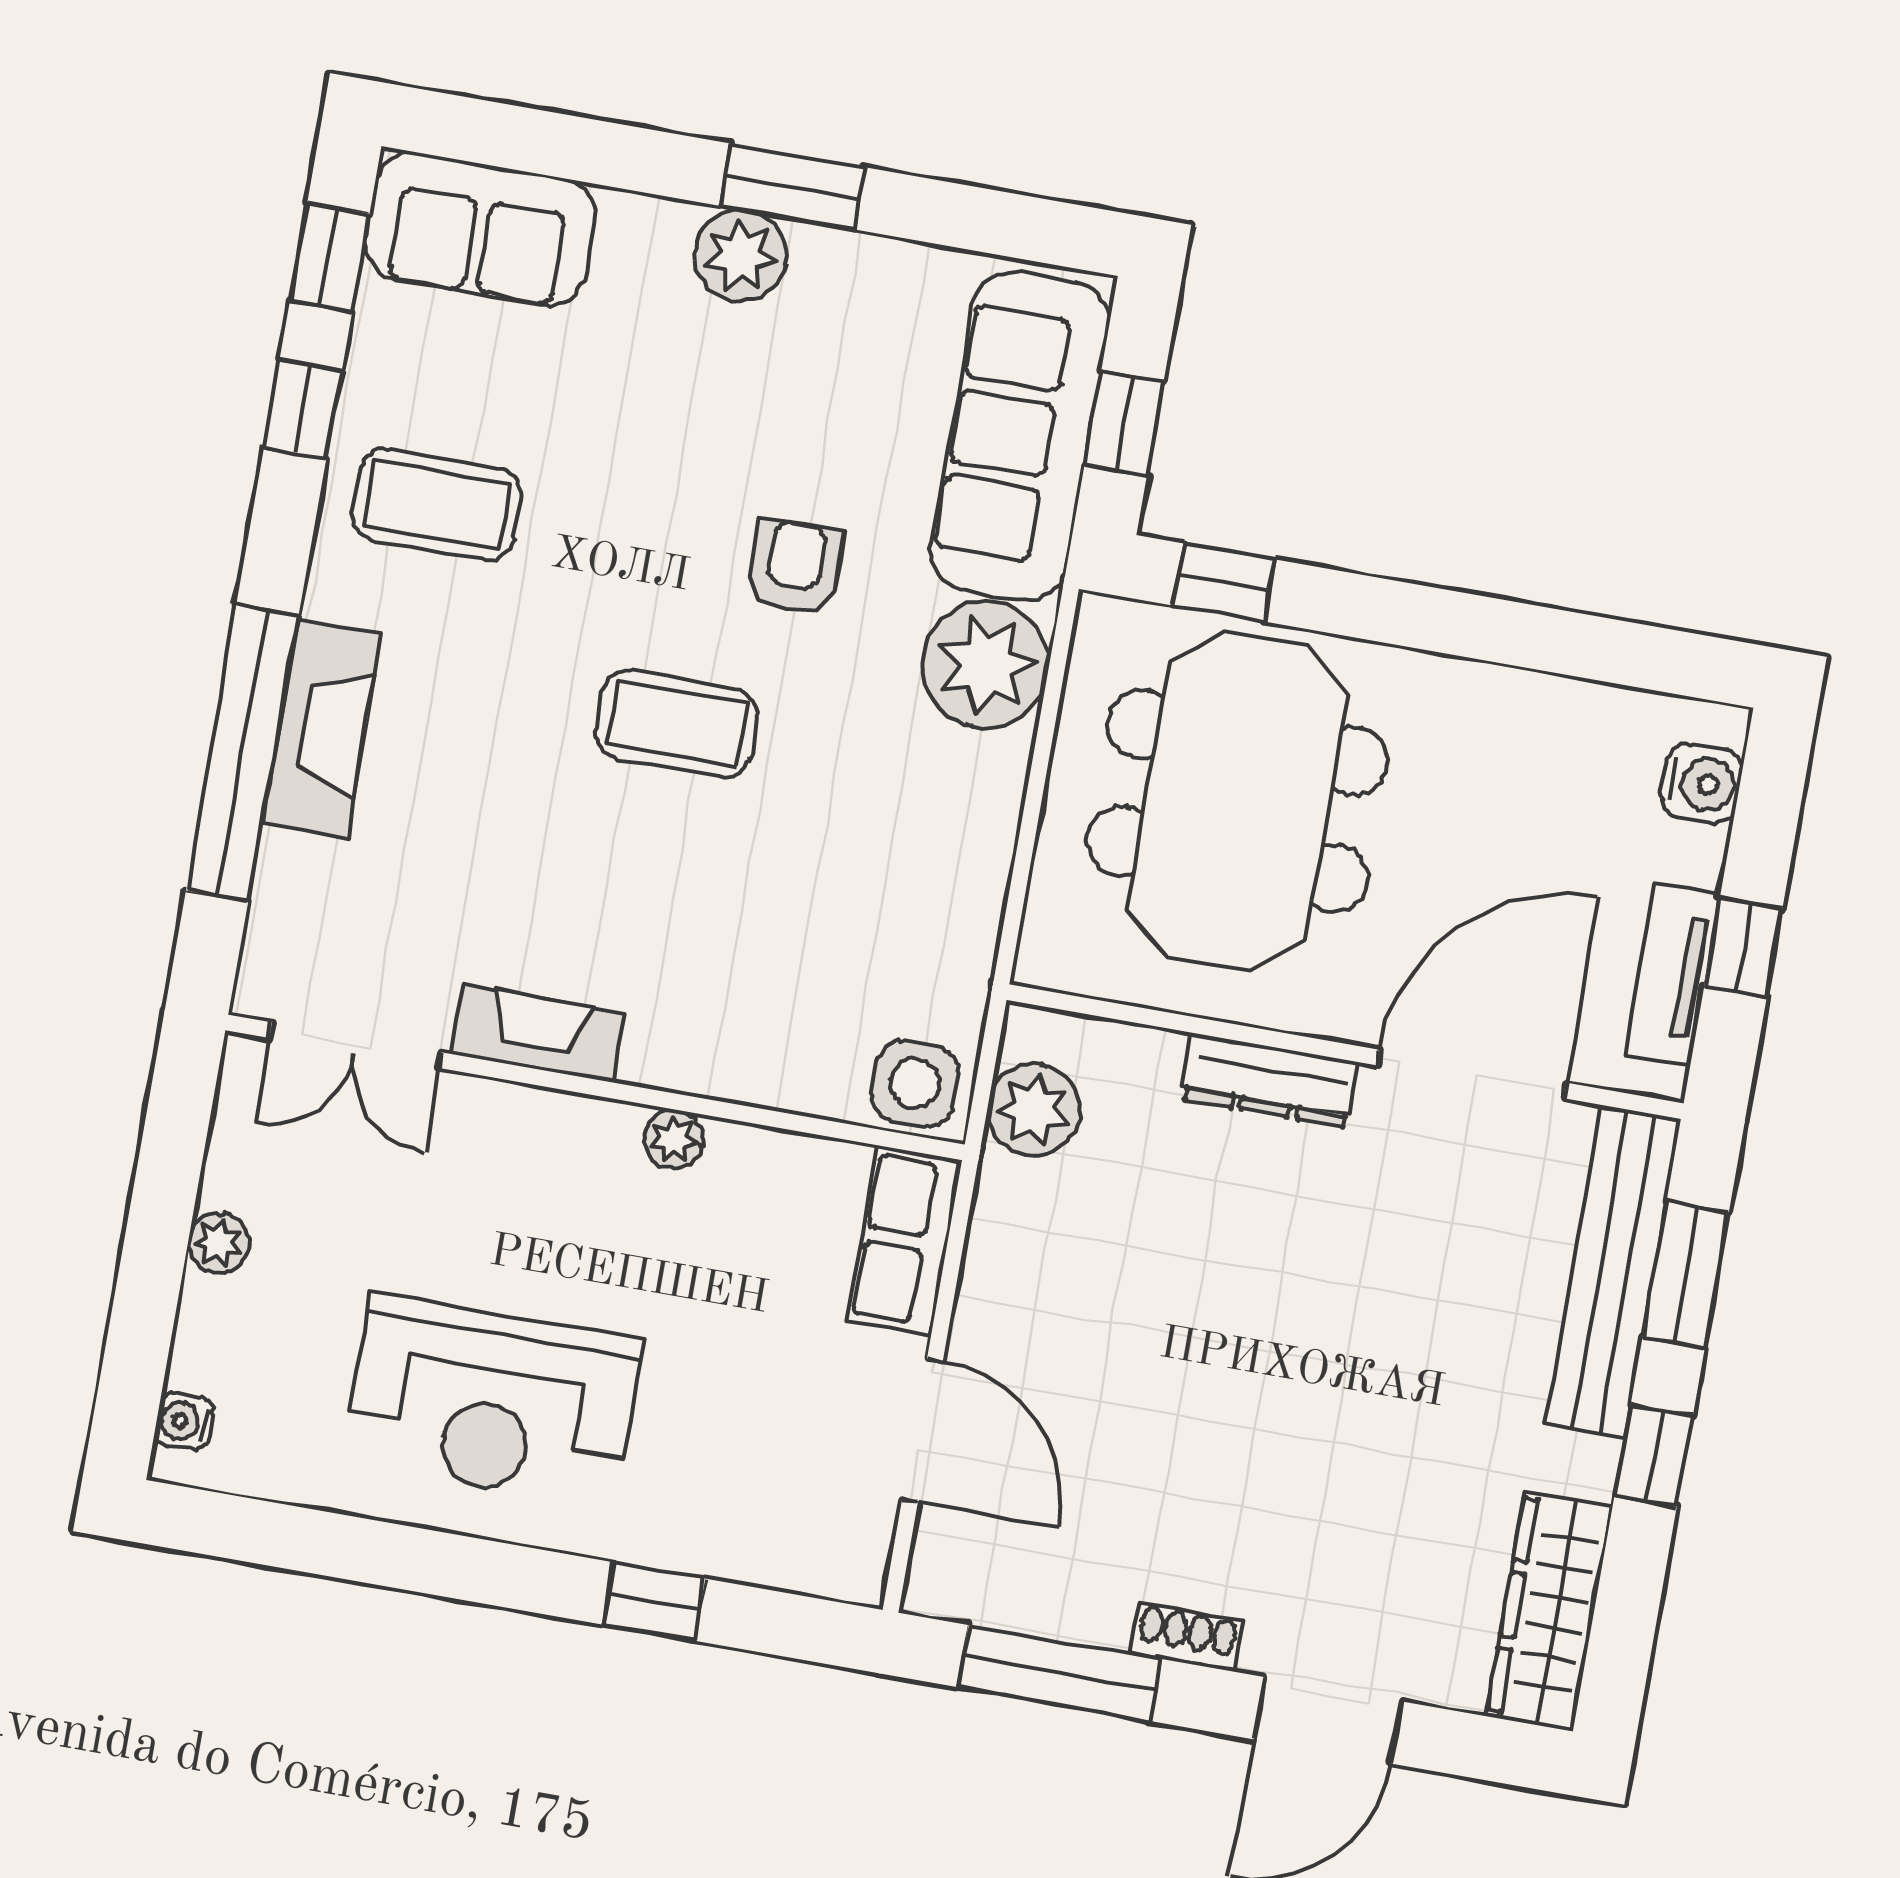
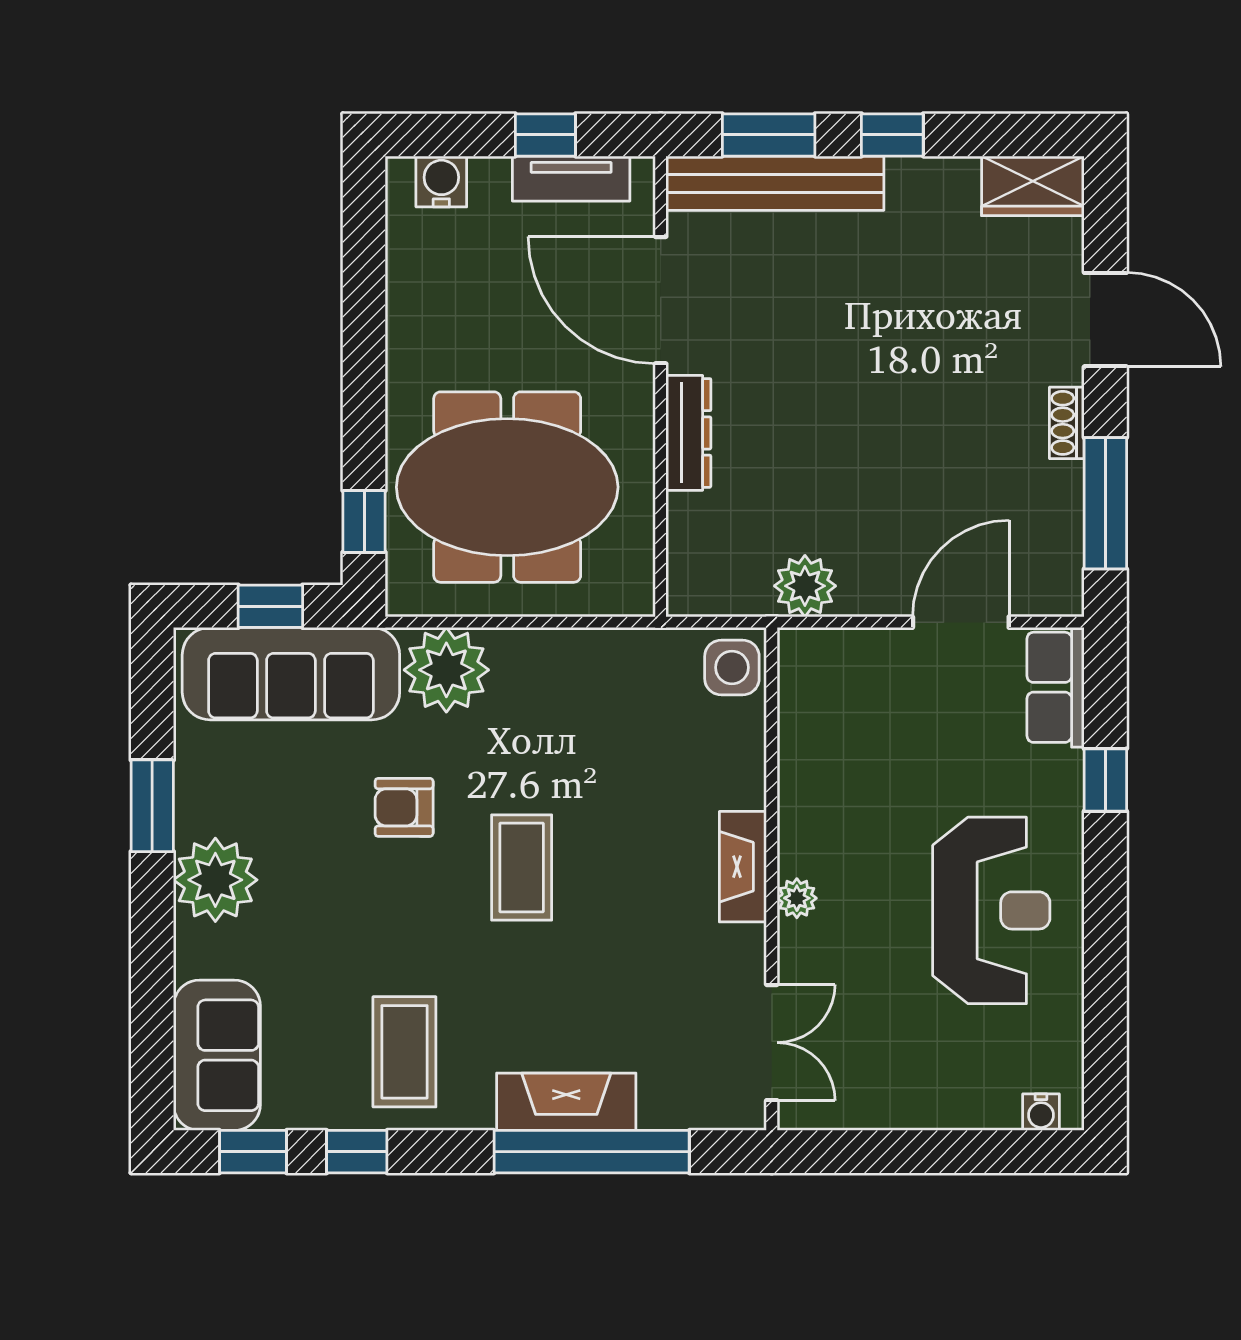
window: (793, 187) -> (152, 806), moved
plant: (740, 256) -> (215, 880), width x1.36, depth x1.36
fireplace: (538, 1034) -> (743, 867), moved
plant: (1034, 1110) -> (805, 586), moved
plant: (674, 1139) -> (797, 898), moved
row of seats: (905, 1240) -> (1056, 687), moved, turned 90
plant: (219, 1243) -> (919, 1110), removed
wardrobe: (1549, 1611) -> (1033, 186), width x0.67

